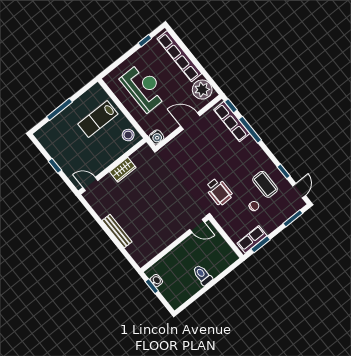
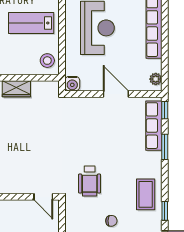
plant: (202, 90) -> (156, 79), width x0.53, depth x0.53
window: (250, 130) -> (165, 147), width x0.69
coffee table: (265, 184) -> (146, 194), moved

